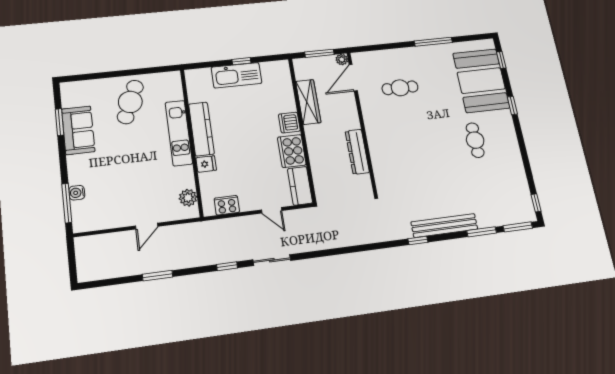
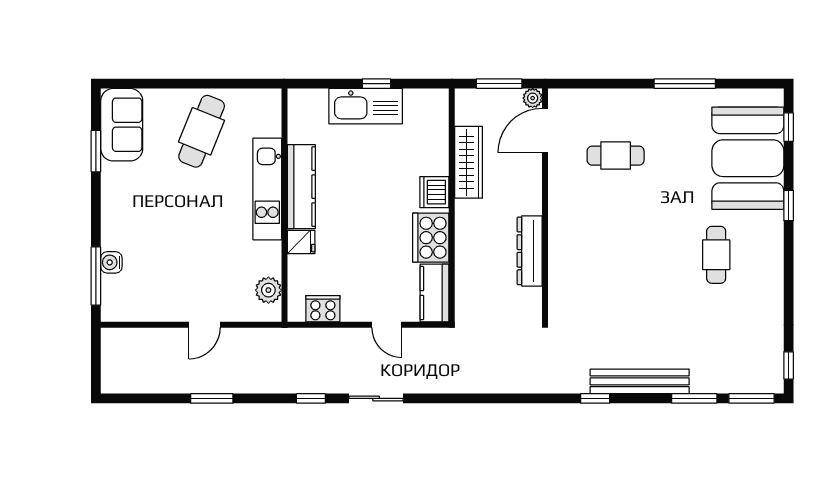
sofa: (78, 130) -> (122, 125), moved

